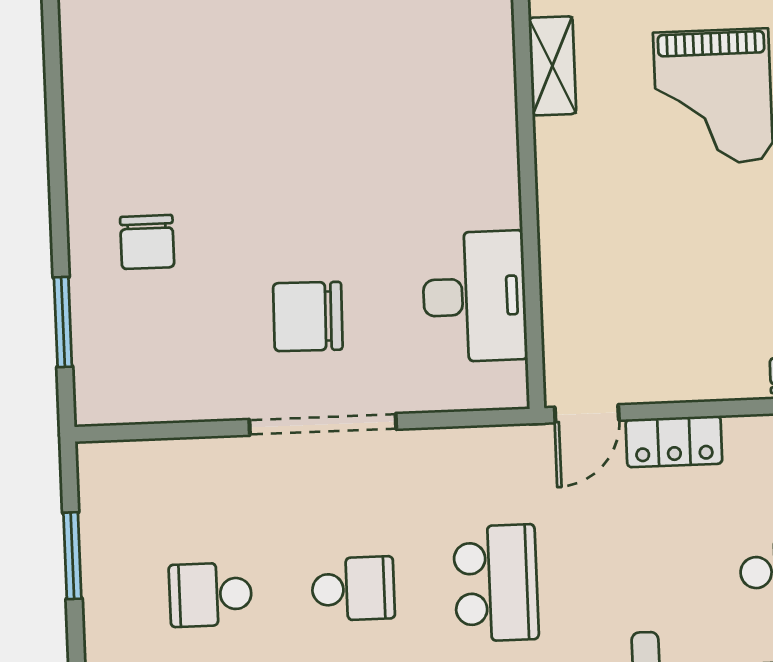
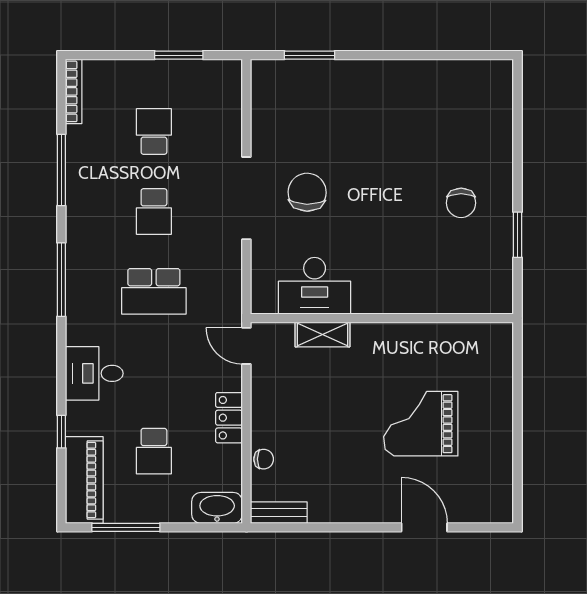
shelving: (552, 66) -> (322, 335), moved
chair: (147, 242) -> (461, 203), moved, turned -90
locker: (674, 442) -> (229, 418), moved

